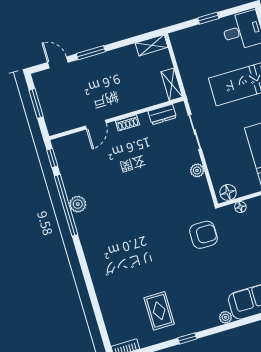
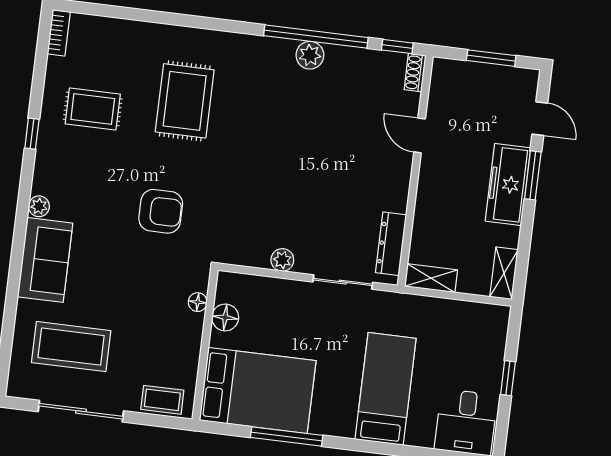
door: (58, 62) -> (540, 119), hinge flipped
freezer: (102, 64) -> (508, 185), added
dresser: (162, 115) -> (391, 244), width x1.44
shoe rack: (127, 123) -> (415, 73), moved
floor lamp: (228, 192) -> (225, 317), moved
armchair: (203, 235) -> (161, 211), moved, turned -90
rug: (133, 262) -> (185, 101), added

